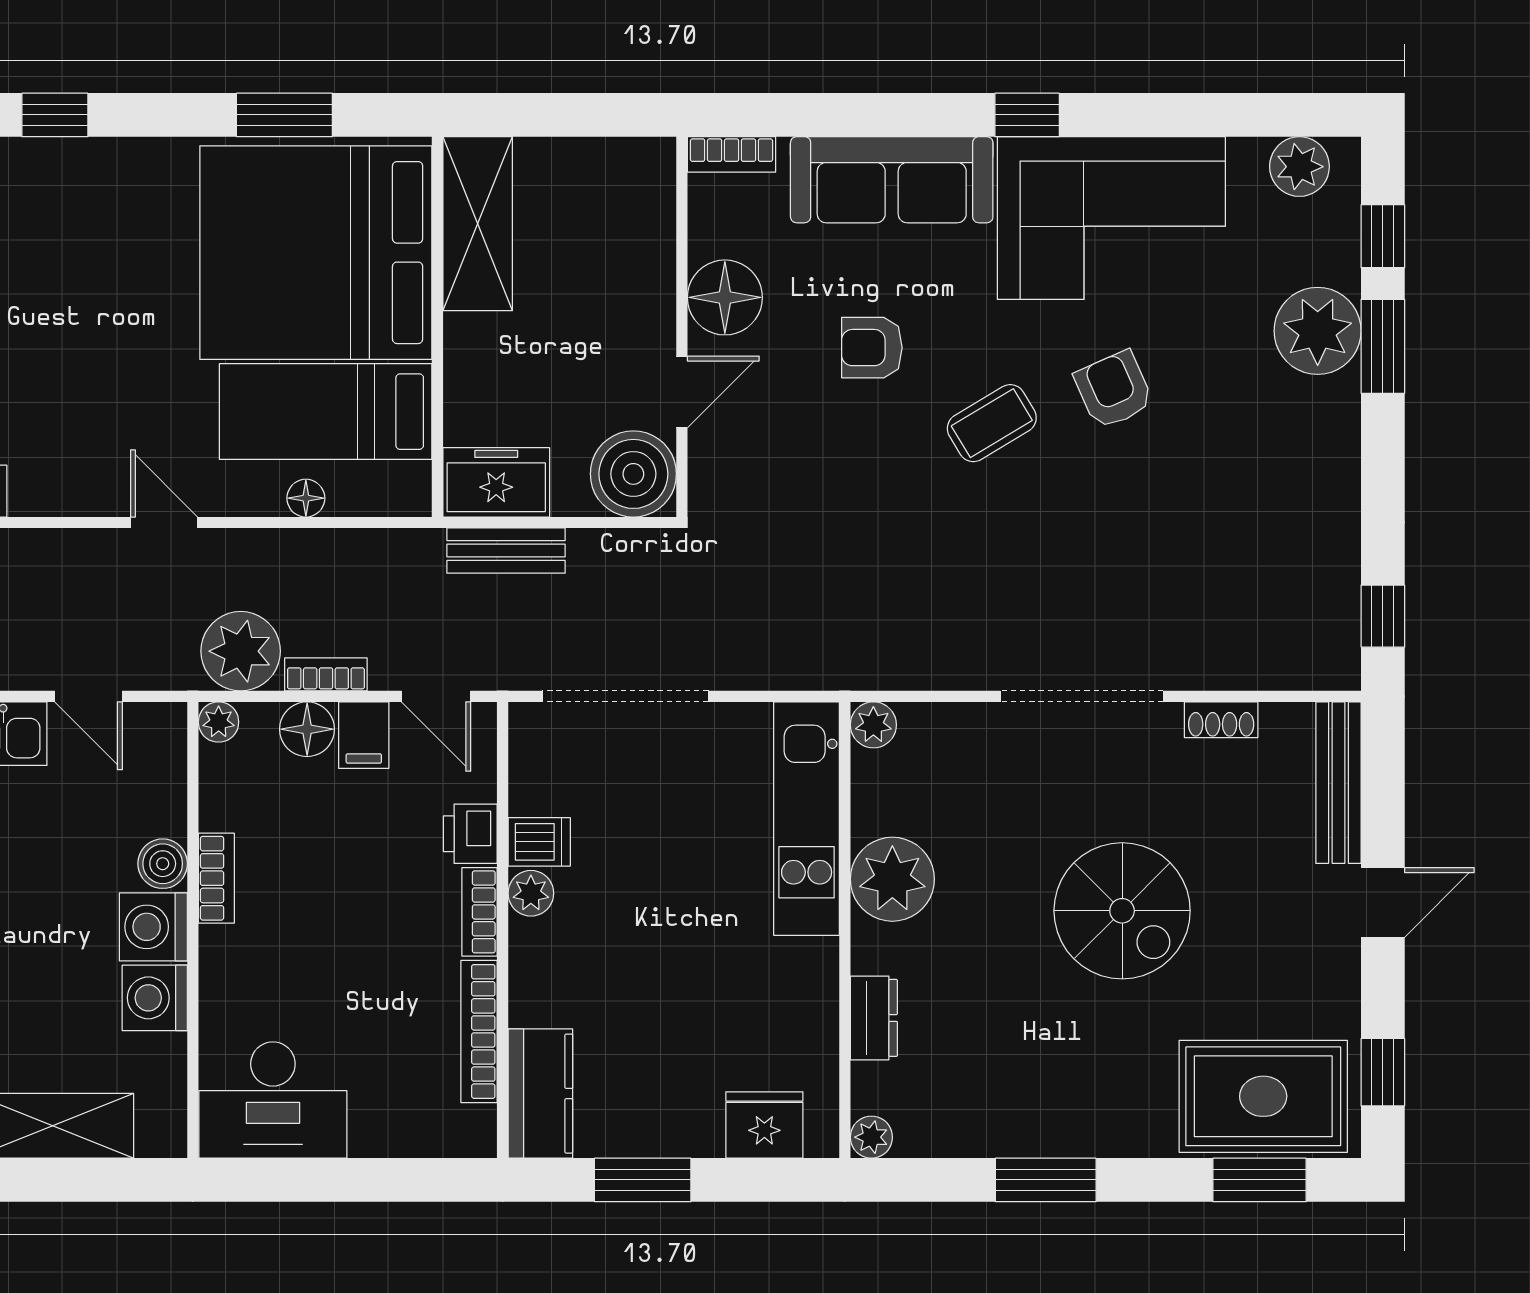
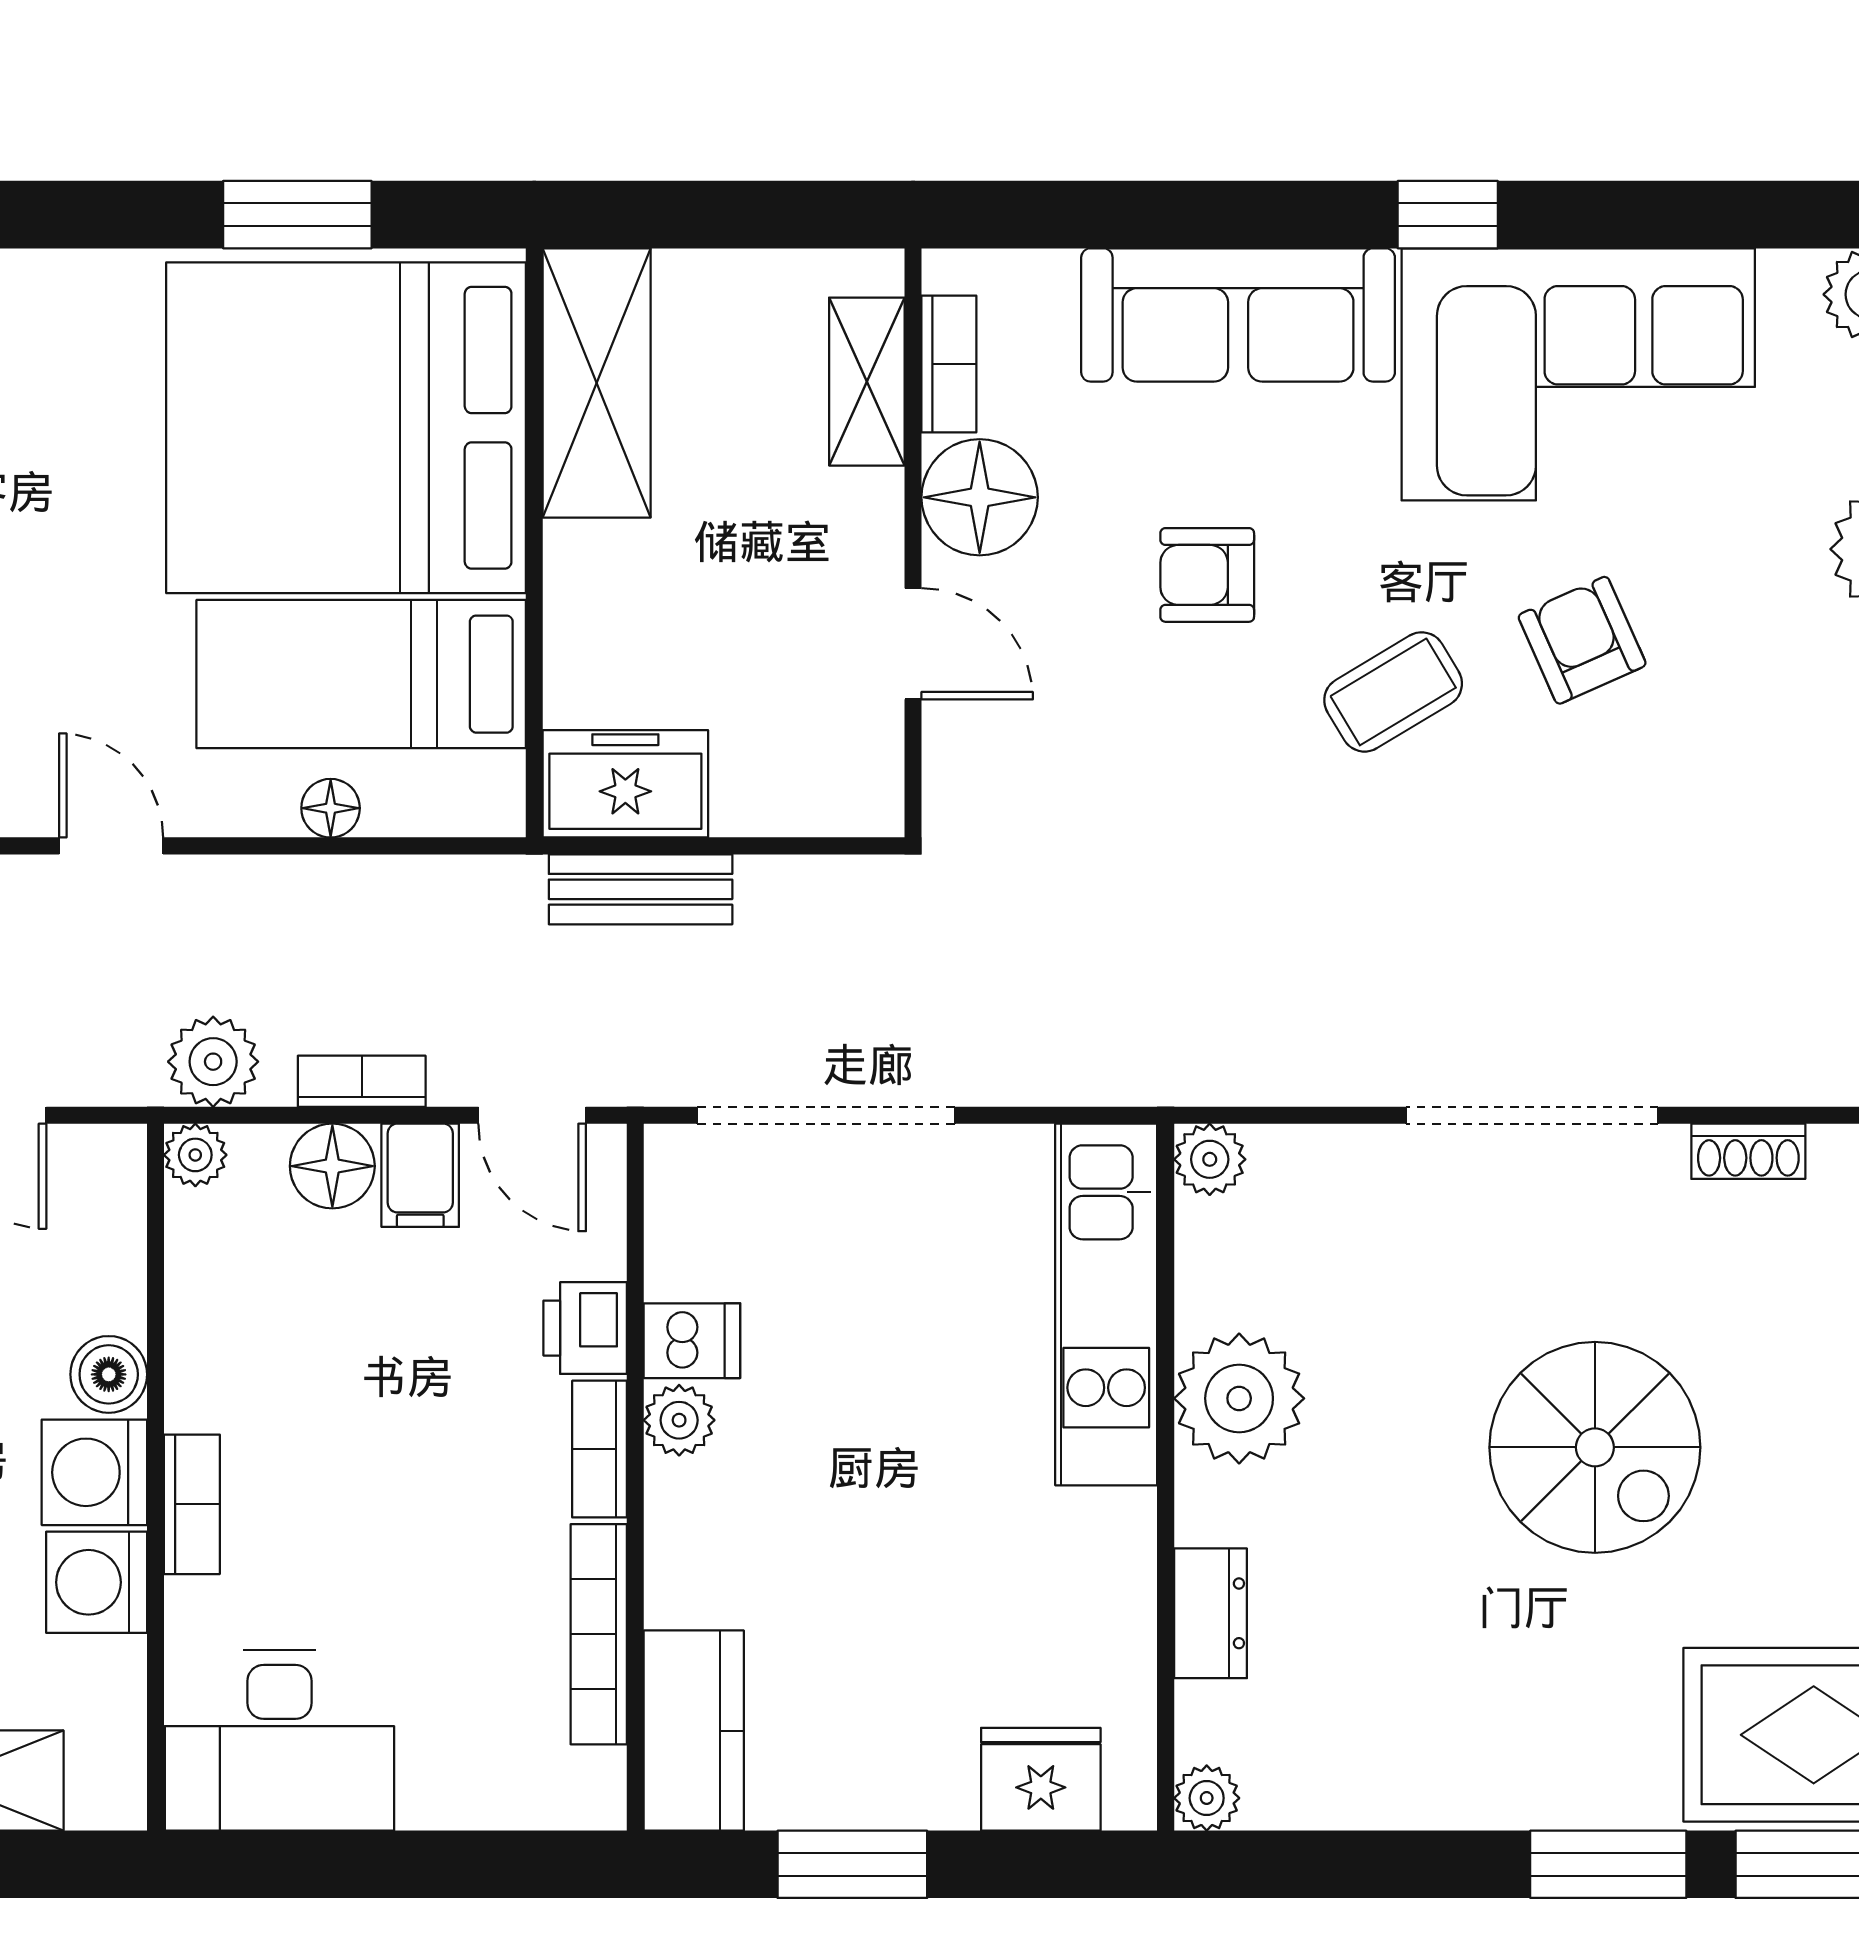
bookcase: (732, 154) -> (949, 364), moved, turned -90
shelving: (652, 223) -> (867, 382), added
door: (682, 392) -> (913, 644), hinge flipped
boiler: (633, 474) -> (838, 771), removed
plant: (241, 651) -> (213, 1062), width x0.73, depth x0.73
bookcase: (216, 878) -> (192, 1504), moved
window: (1046, 1180) -> (1608, 1864), moved

